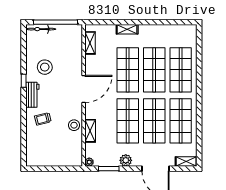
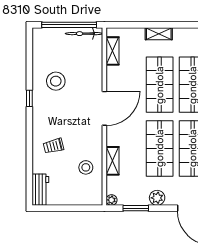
bicycle: (41, 29) -> (84, 34), moved
workbench: (32, 95) -> (40, 190), moved
stool: (74, 125) -> (86, 167), moved

